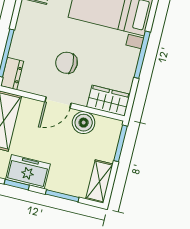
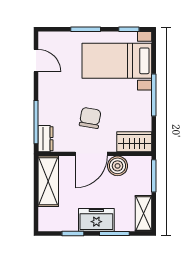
chair: (66, 63) -> (90, 118), turned 100
door: (58, 102) -> (91, 154), width x1.38
freezer: (28, 172) -> (96, 220), moved

